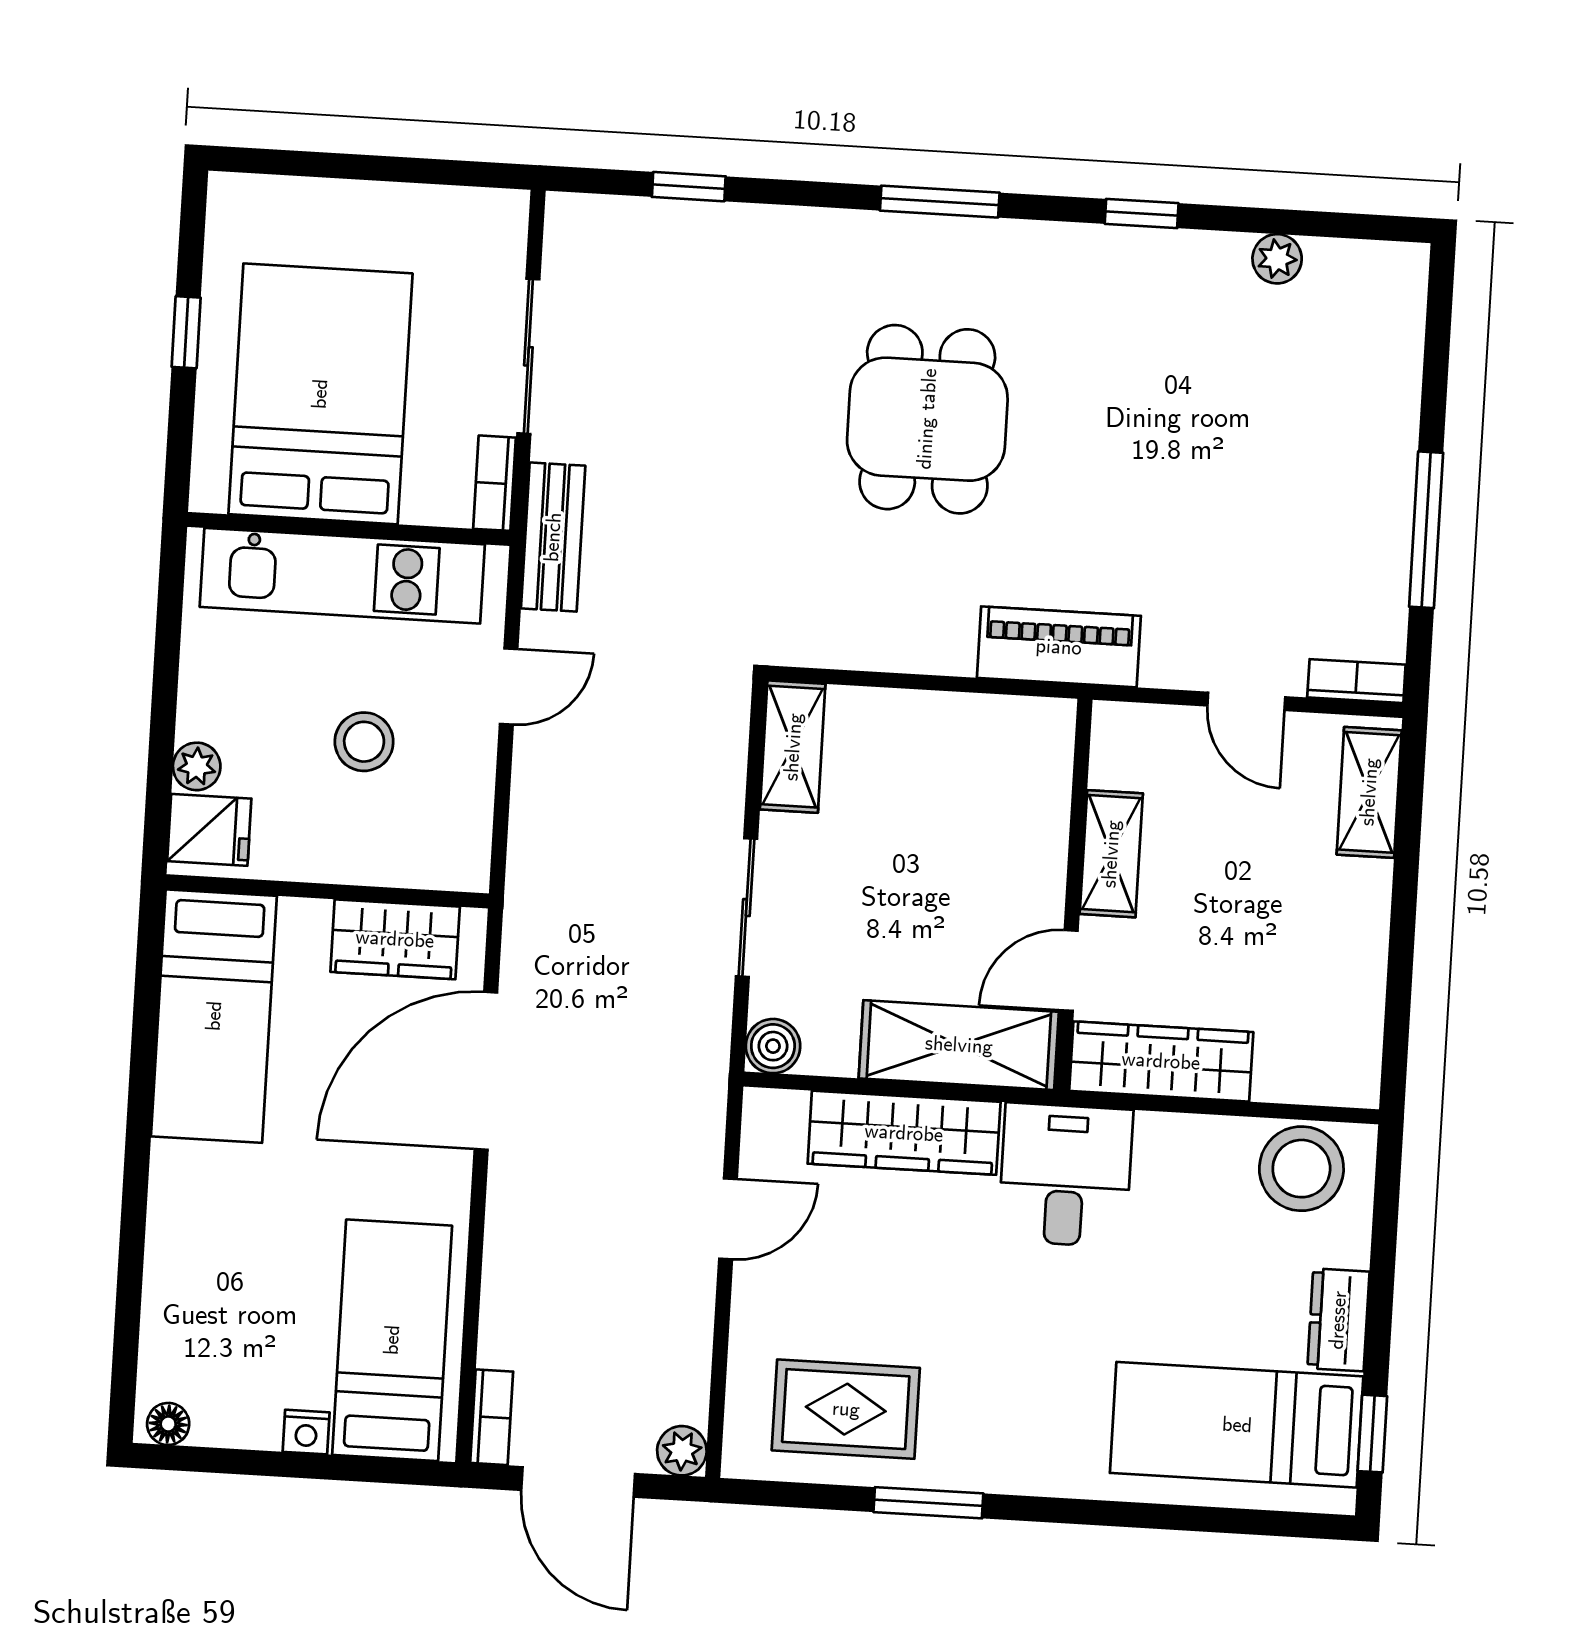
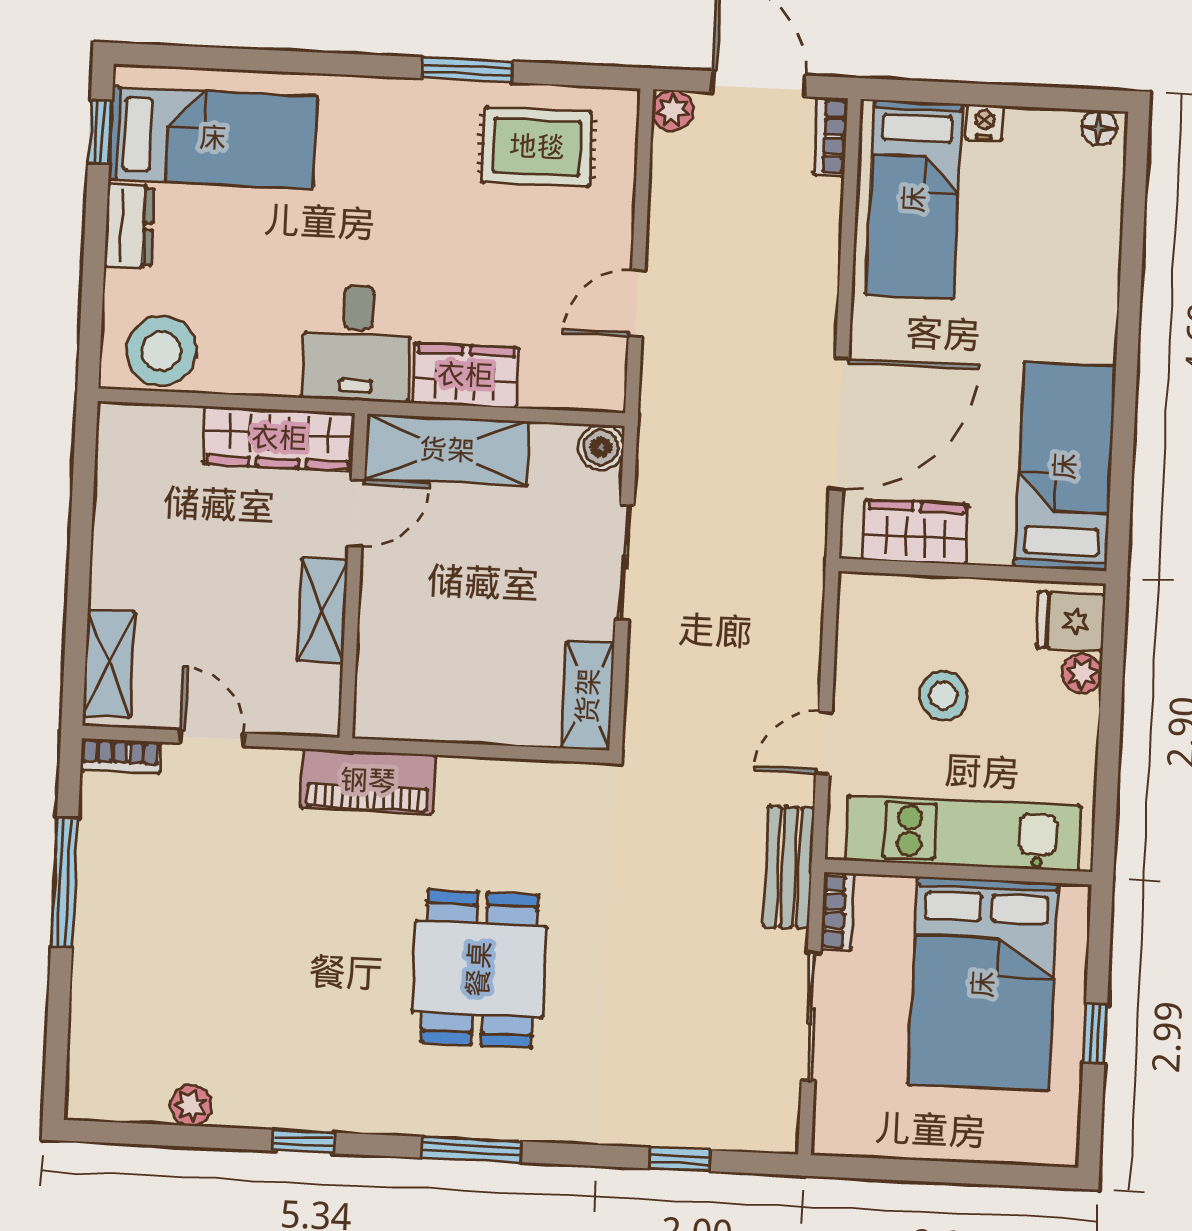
wardrobe: (904, 1133) -> (465, 375), width x0.67

